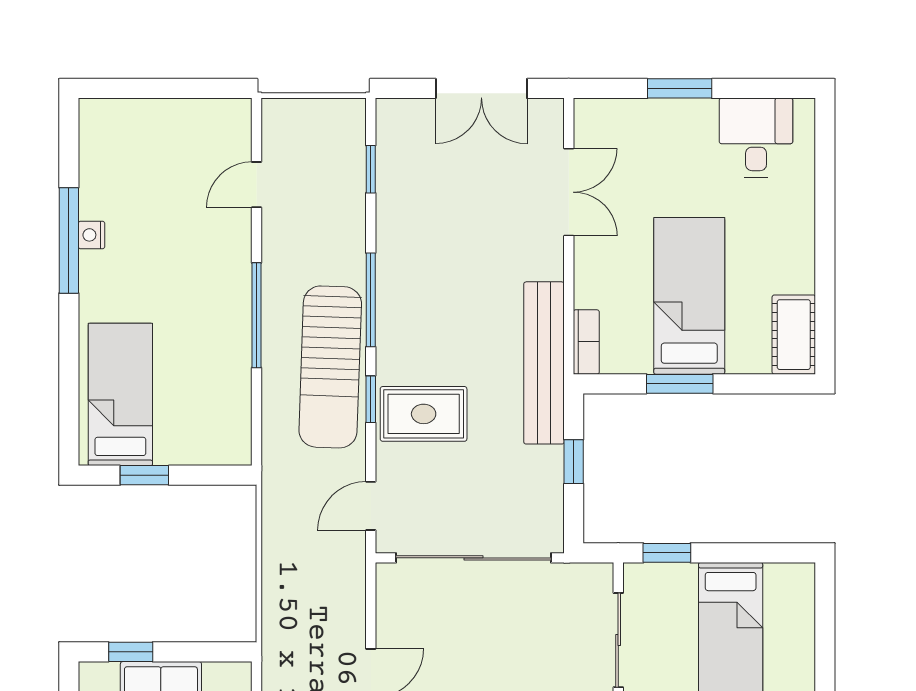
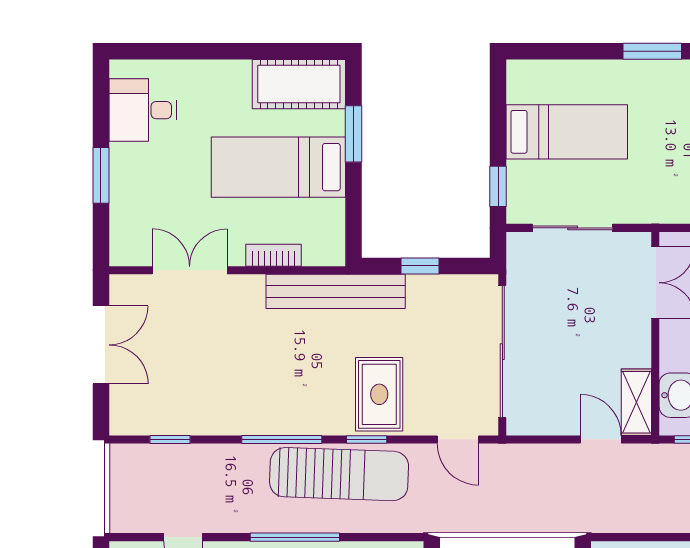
cot: (794, 335) -> (299, 84), width x1.37, depth x1.34
bookcase: (586, 342) -> (273, 255), moved
window: (680, 384) -> (354, 134), moved

